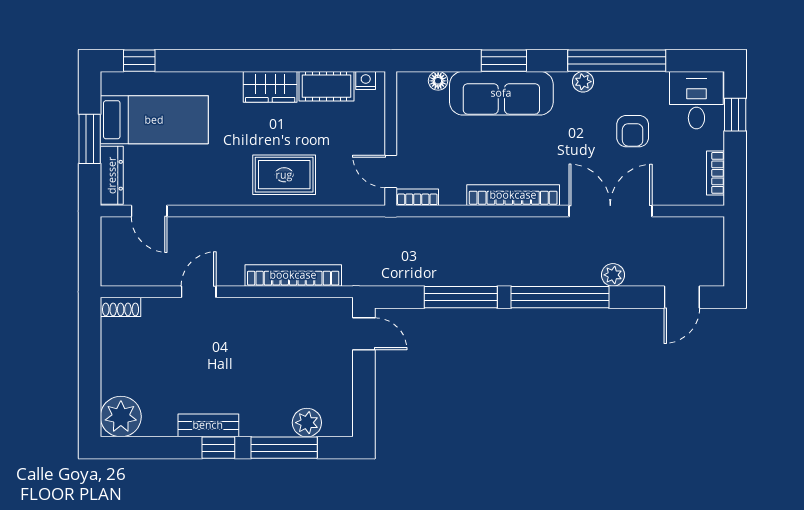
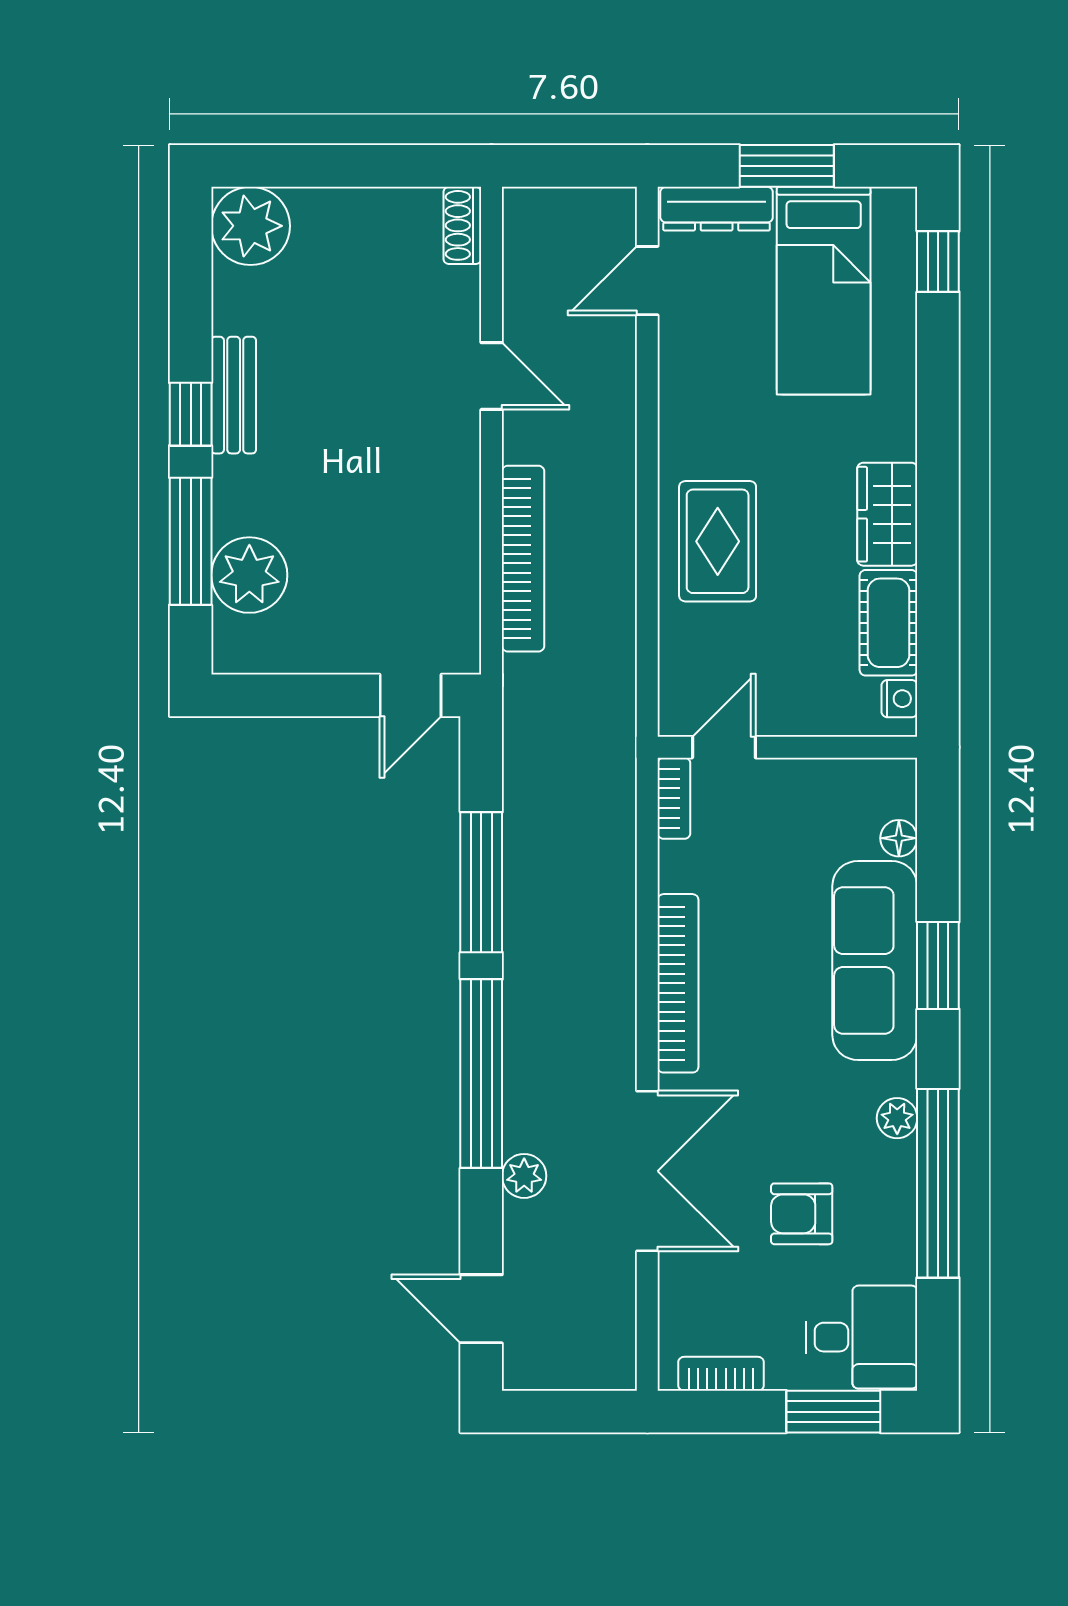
window: (735, 115) -> (833, 1412), width x1.50
plant: (307, 423) -> (249, 575), width x1.36, depth x1.36

